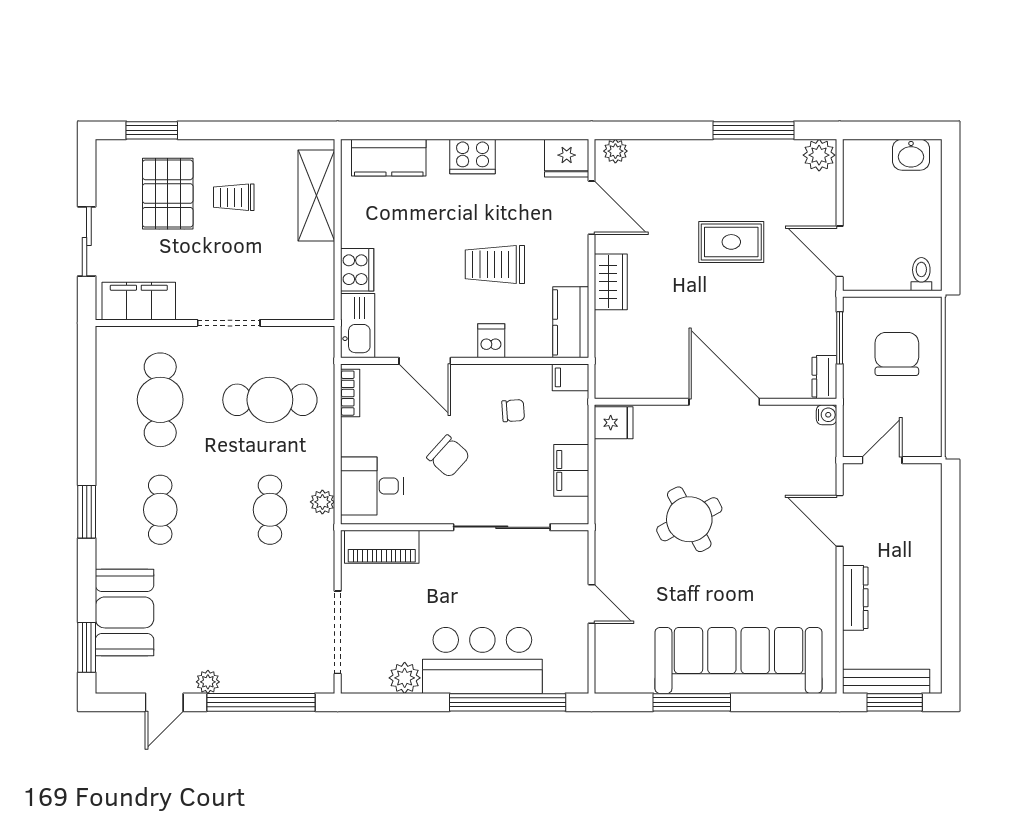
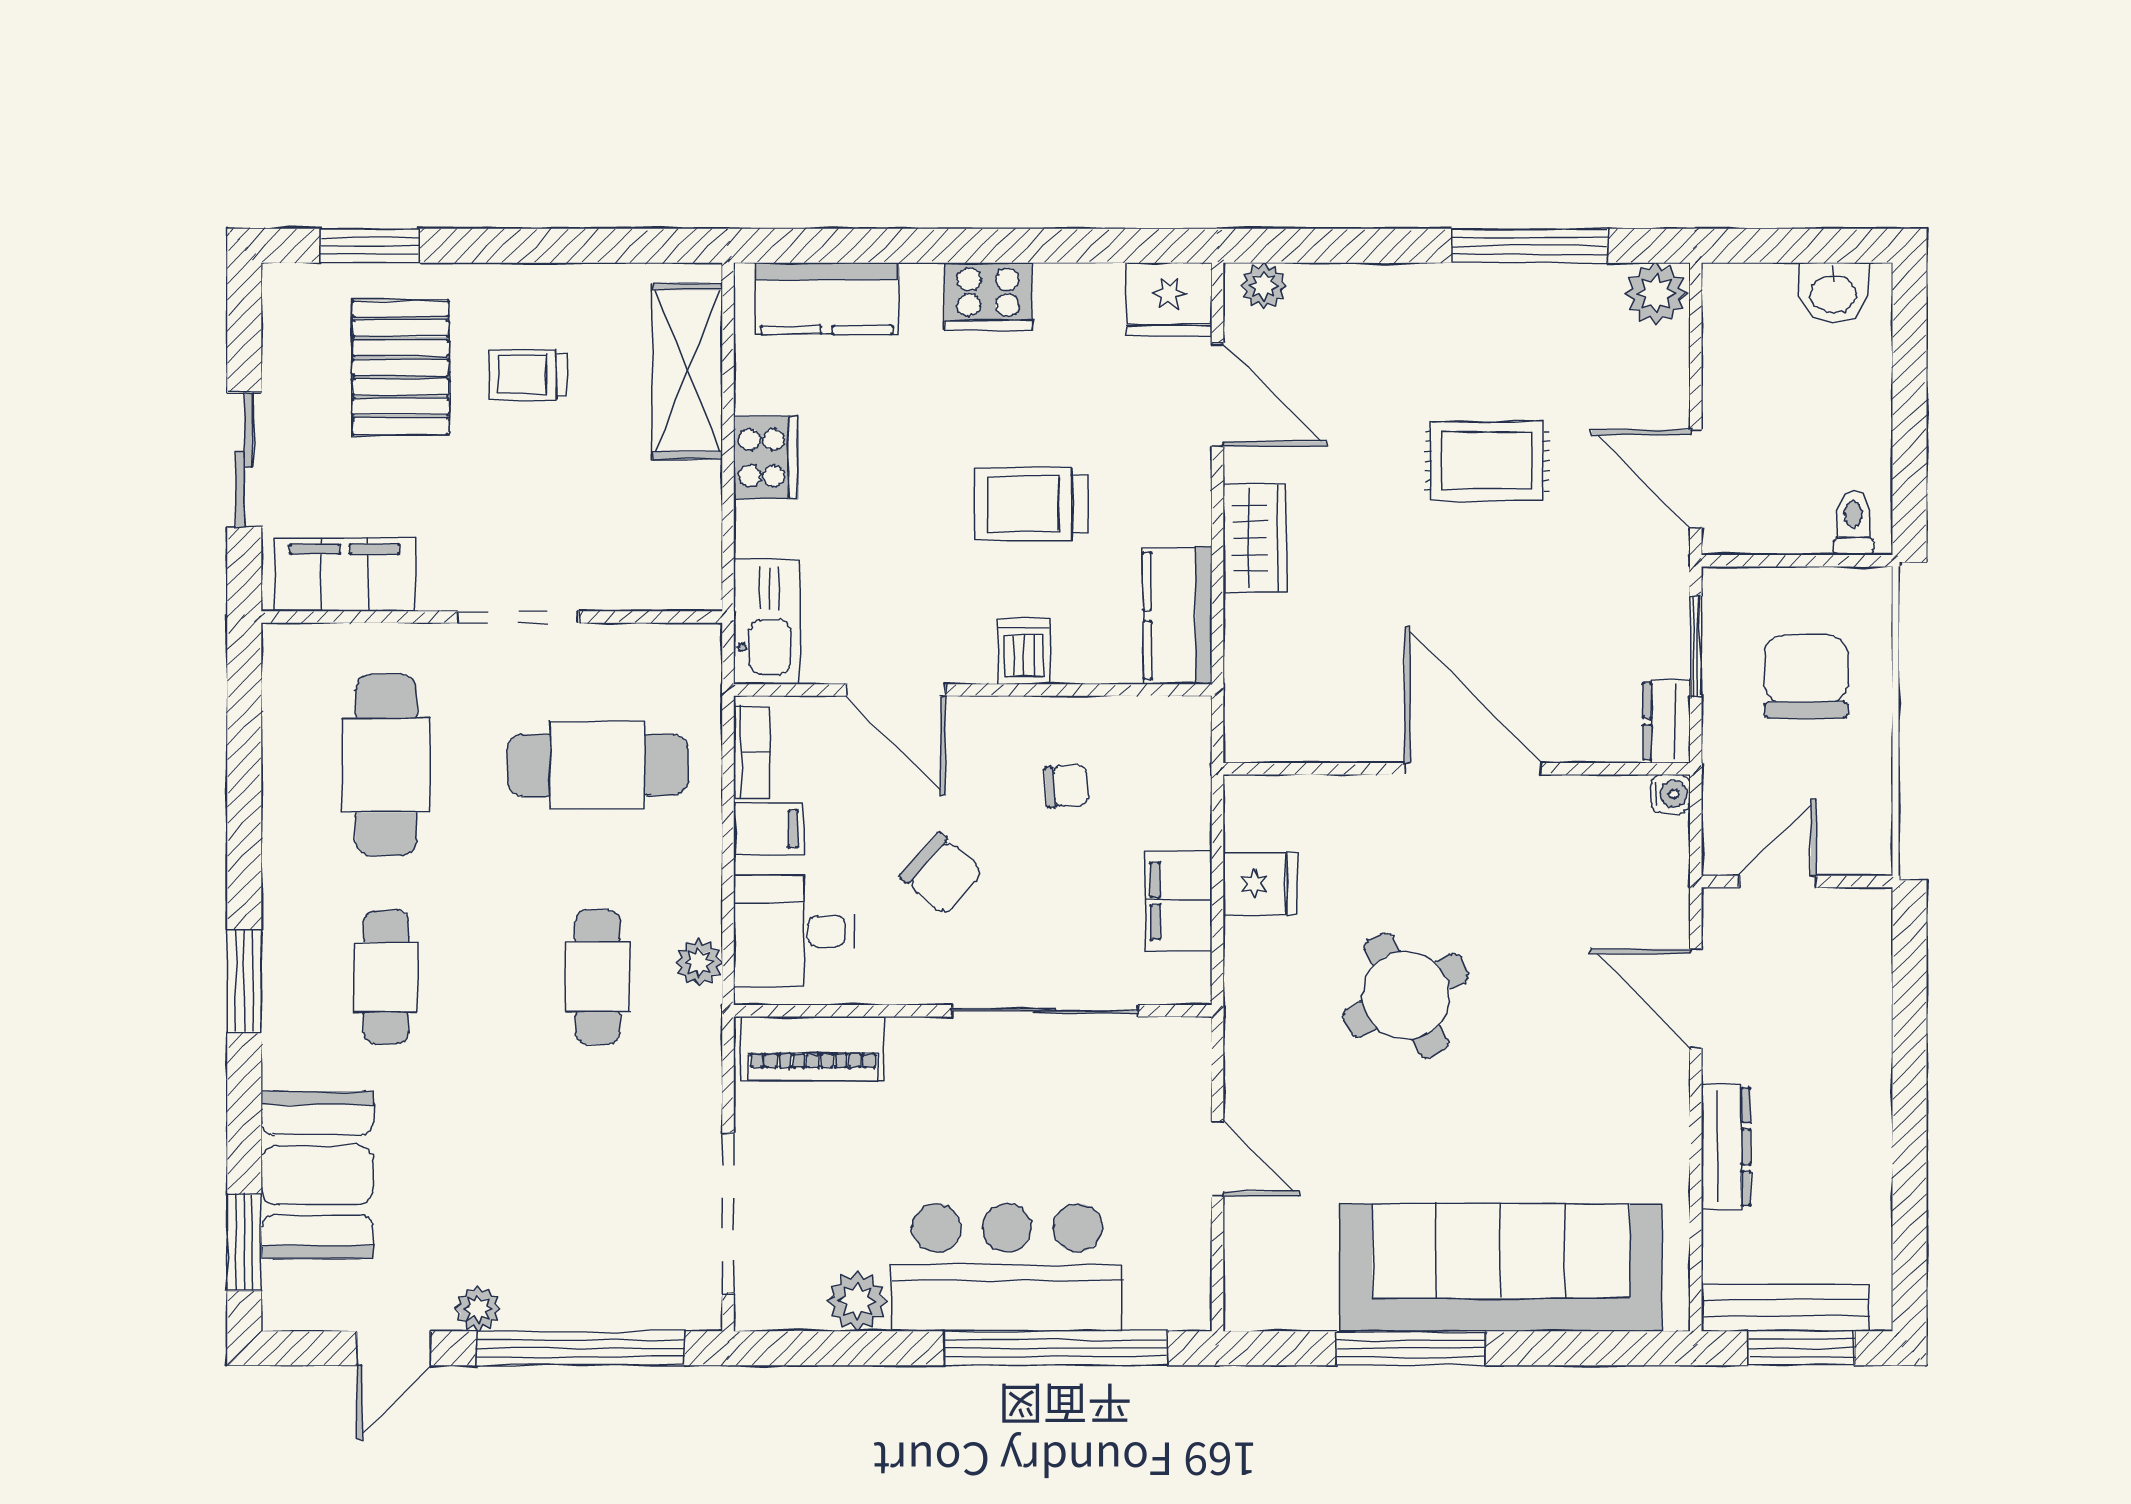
cooker: (357, 270) -> (766, 458), moved
filing cabinet: (571, 377) -> (769, 829), moved, turned 180
fridge: (614, 423) -> (1260, 884), moved

